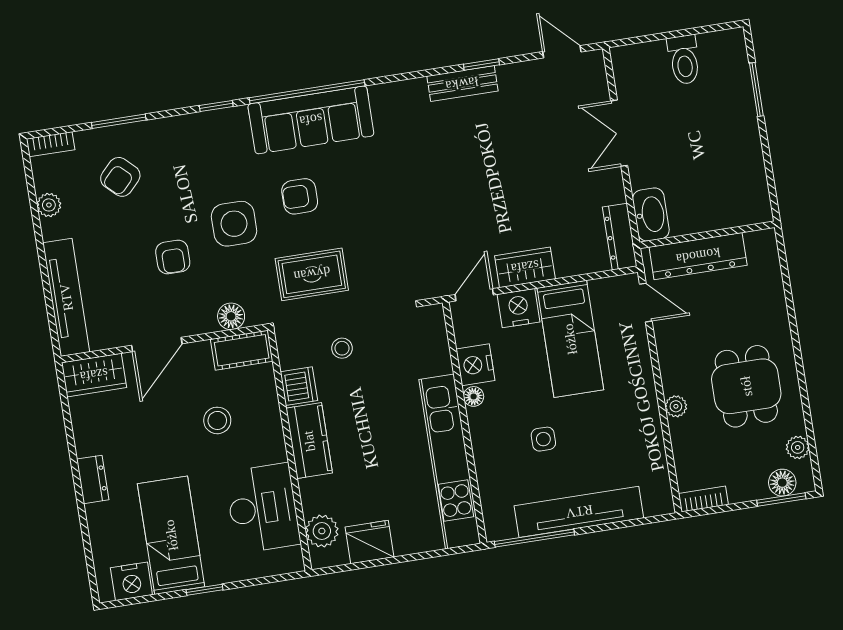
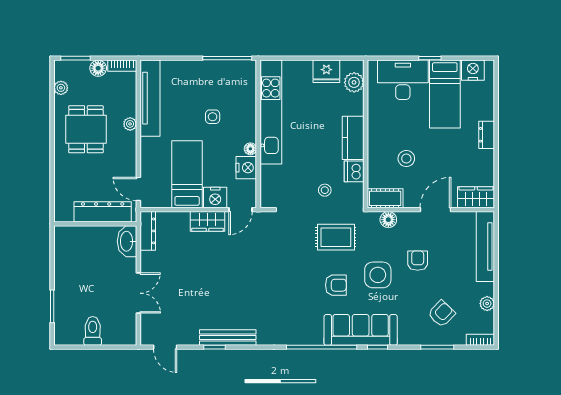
bench: (462, 84) -> (228, 338), width x1.36
sofa: (311, 120) -> (361, 330), moved
floor lamp: (782, 483) -> (98, 68), moved
desk: (263, 508) -> (403, 80), moved, turned 90
tv unit: (579, 512) -> (150, 98), moved, turned -90

